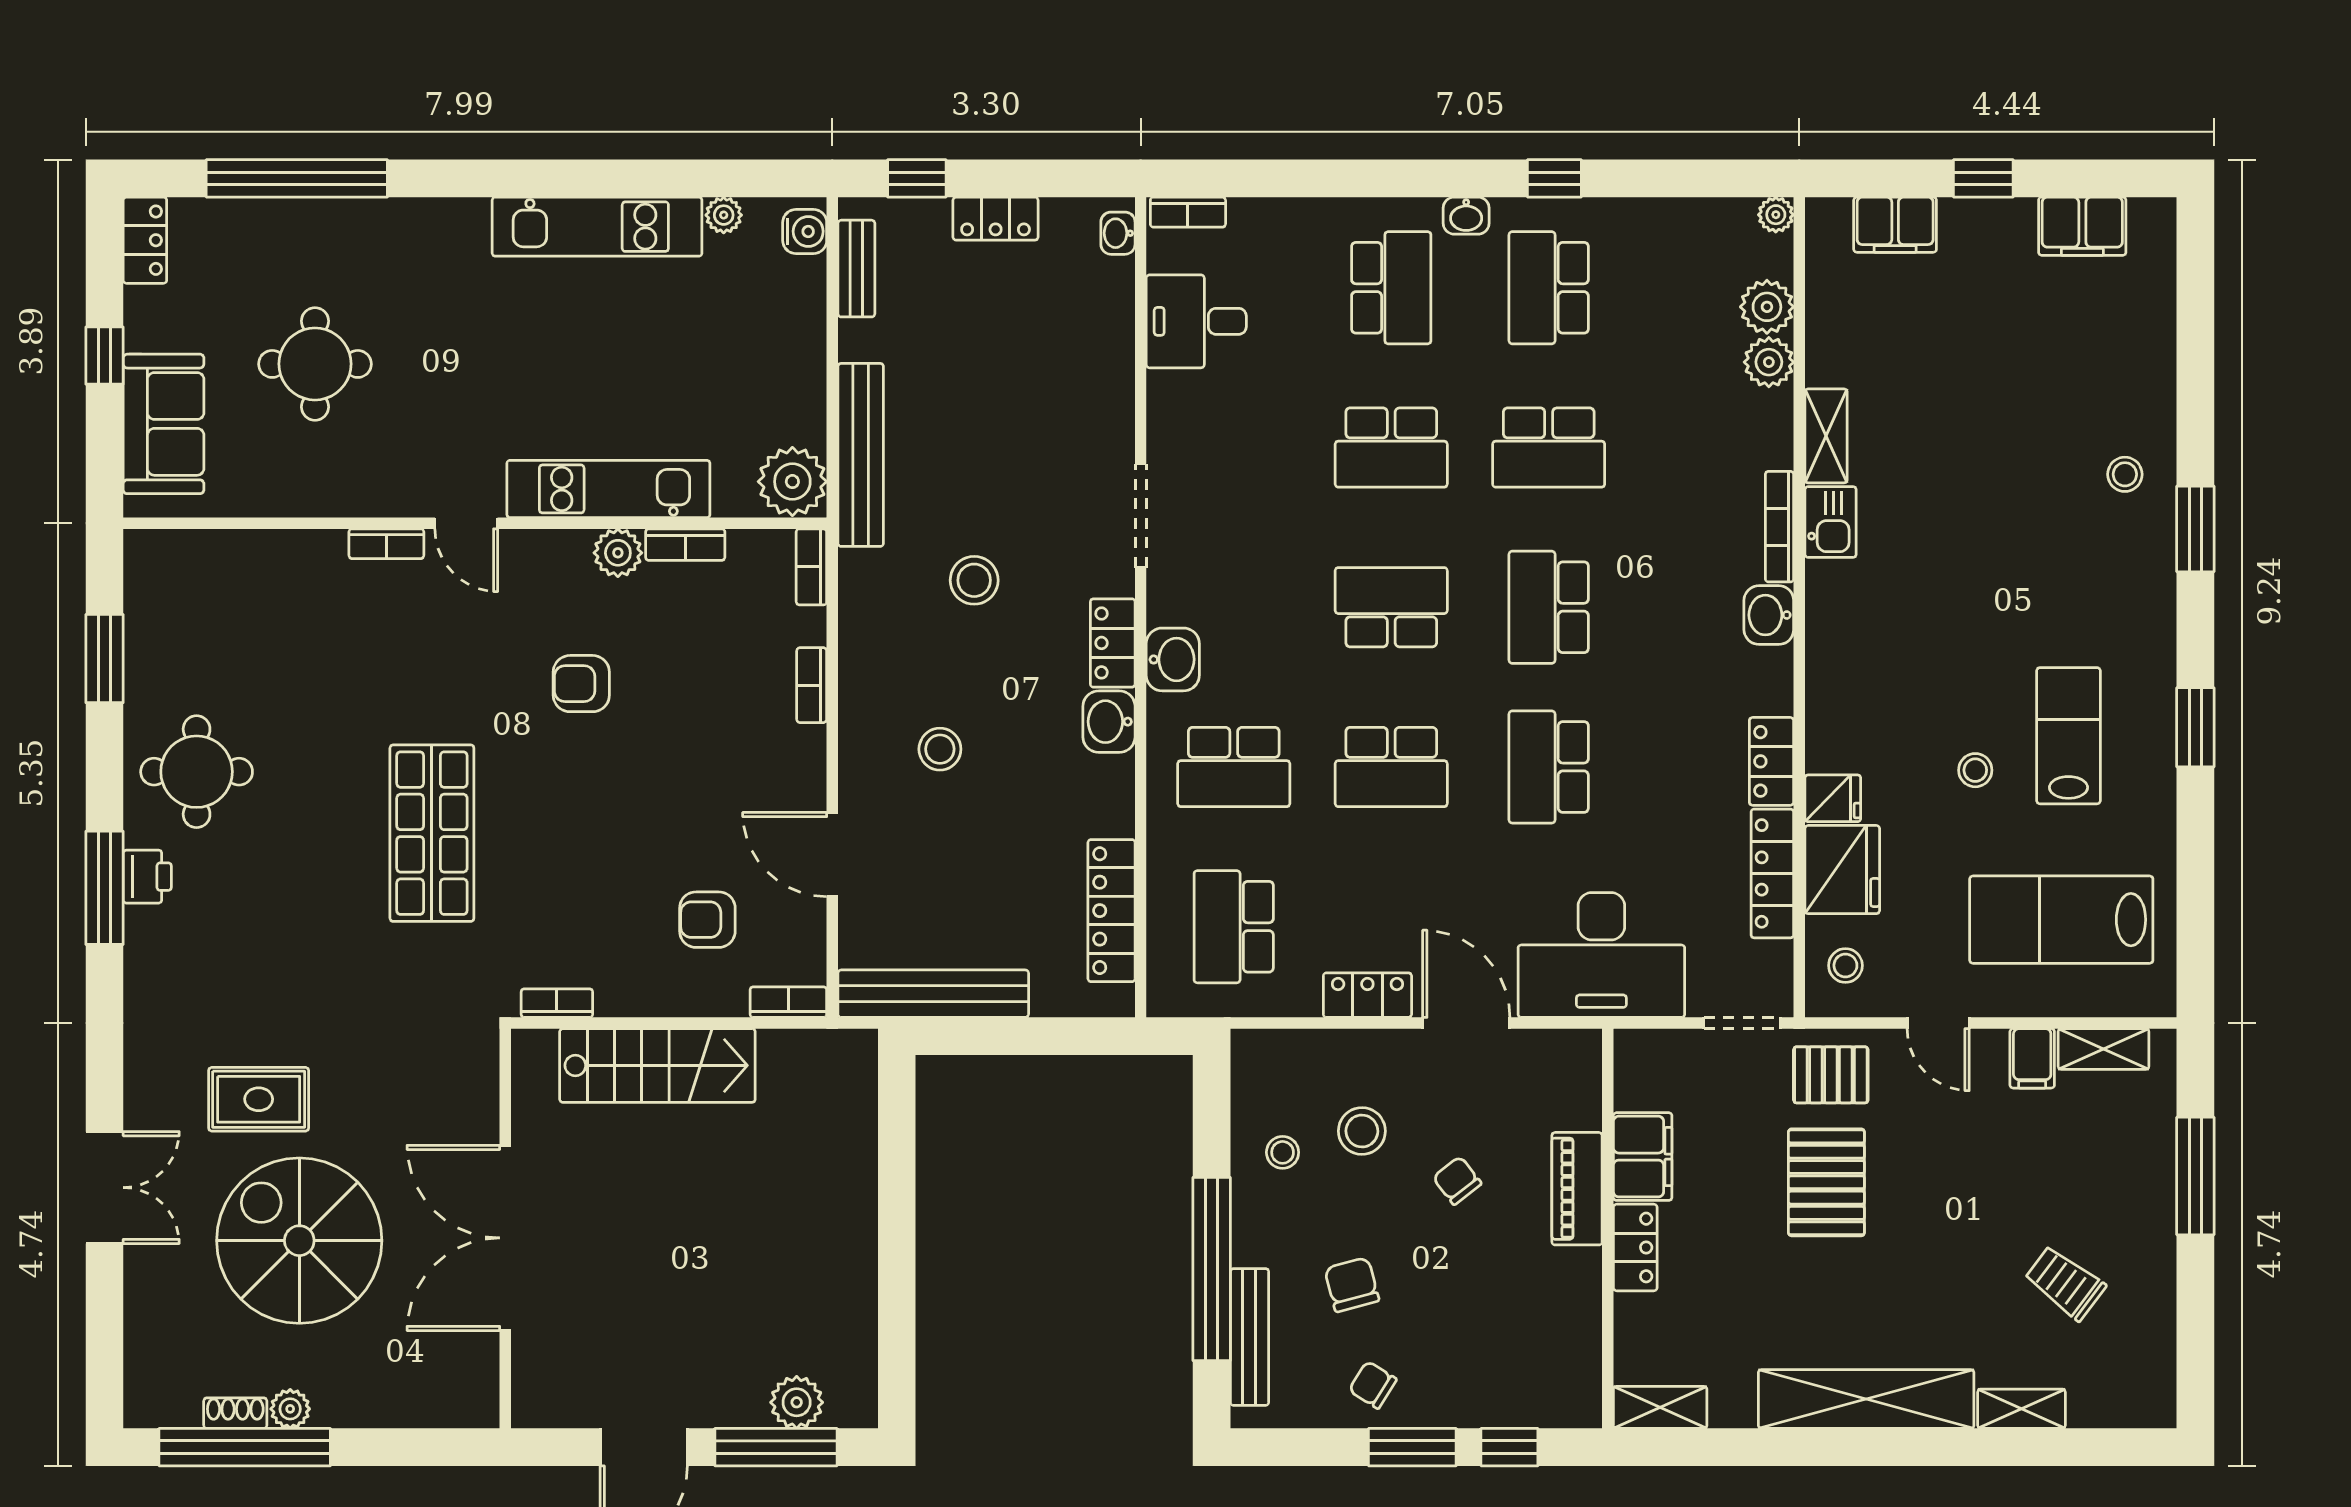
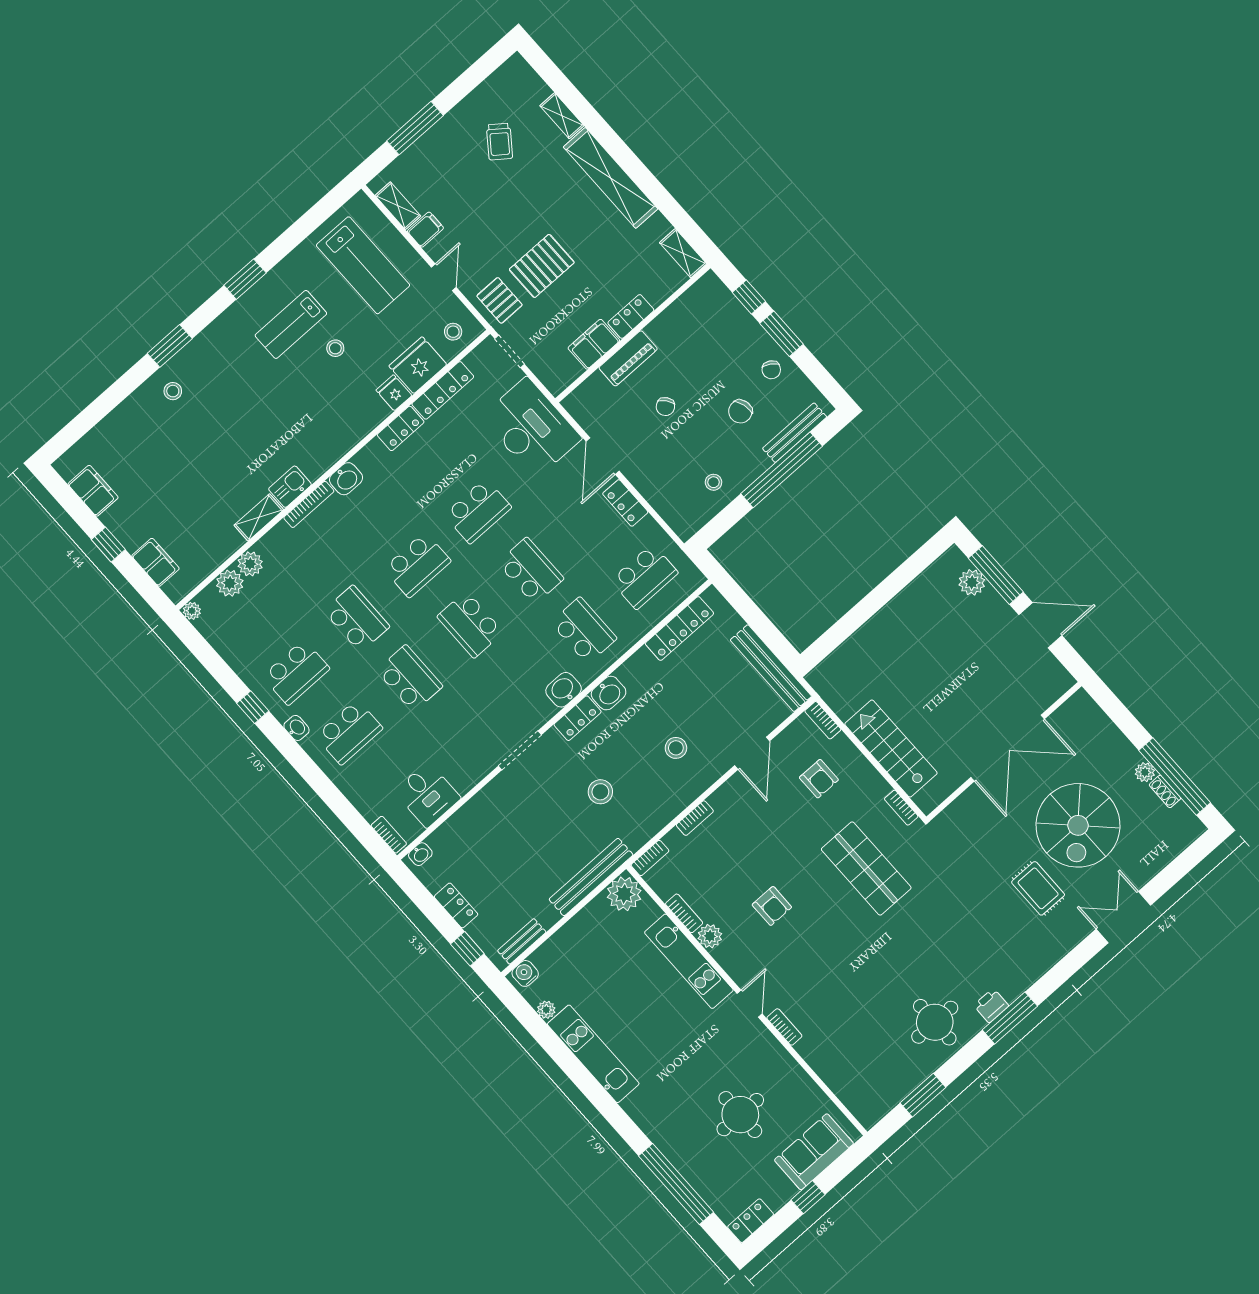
school desk: (1391, 288) -> (349, 732), turned 180
shop shelf: (432, 833) -> (866, 869), moved, turned 90
stool: (1362, 1131) -> (679, 459), removed

